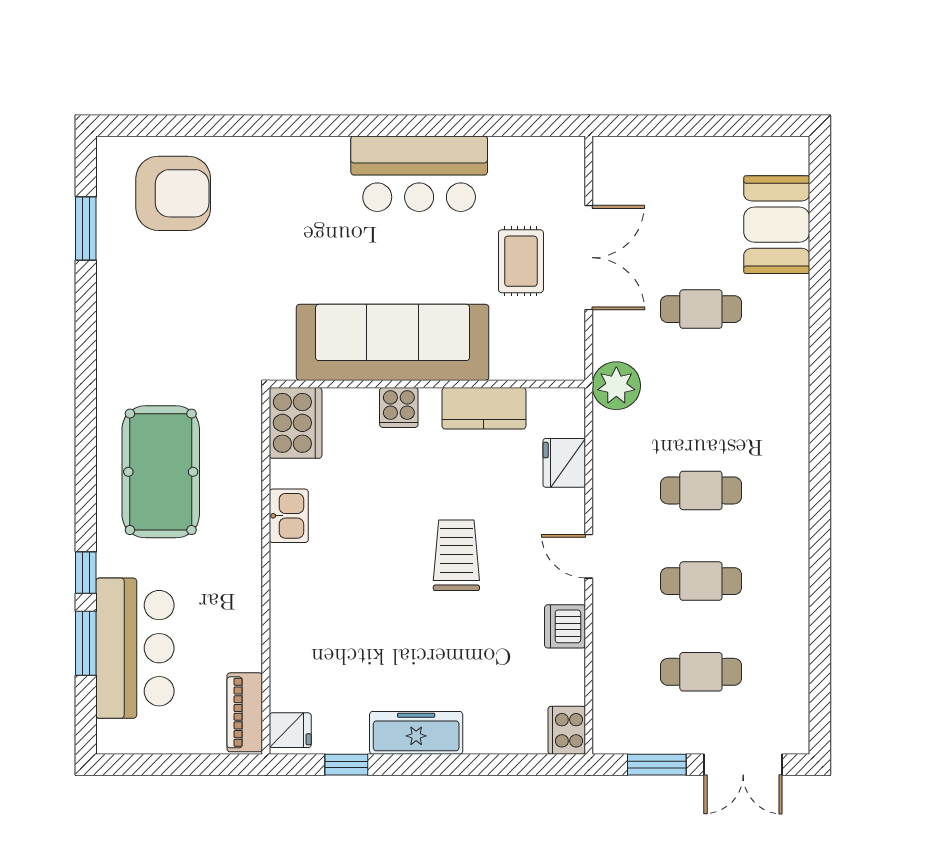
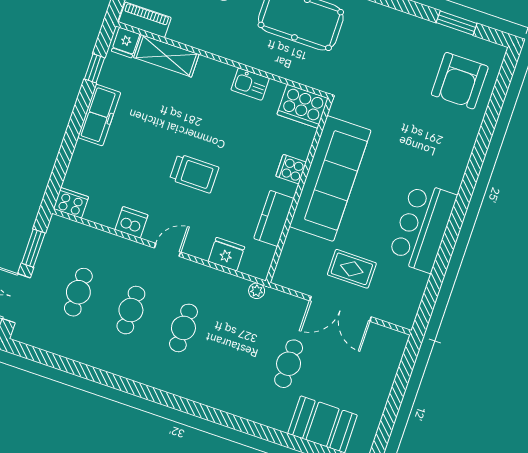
plant: (616, 386) -> (257, 291), width x0.53, depth x0.53
shelving: (289, 660) -> (166, 56), added

